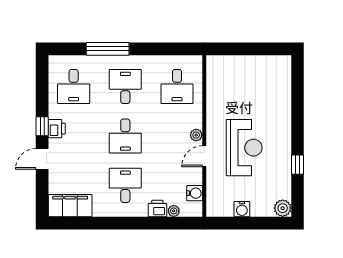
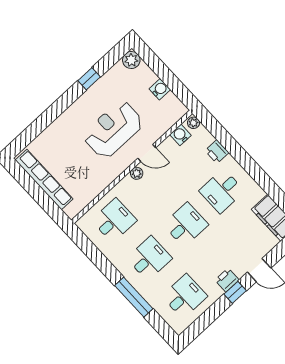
row of seats: (255, 63) -> (44, 179), added
desk: (125, 87) -> (149, 258), turned 180
plant: (174, 211) -> (194, 123), moved

